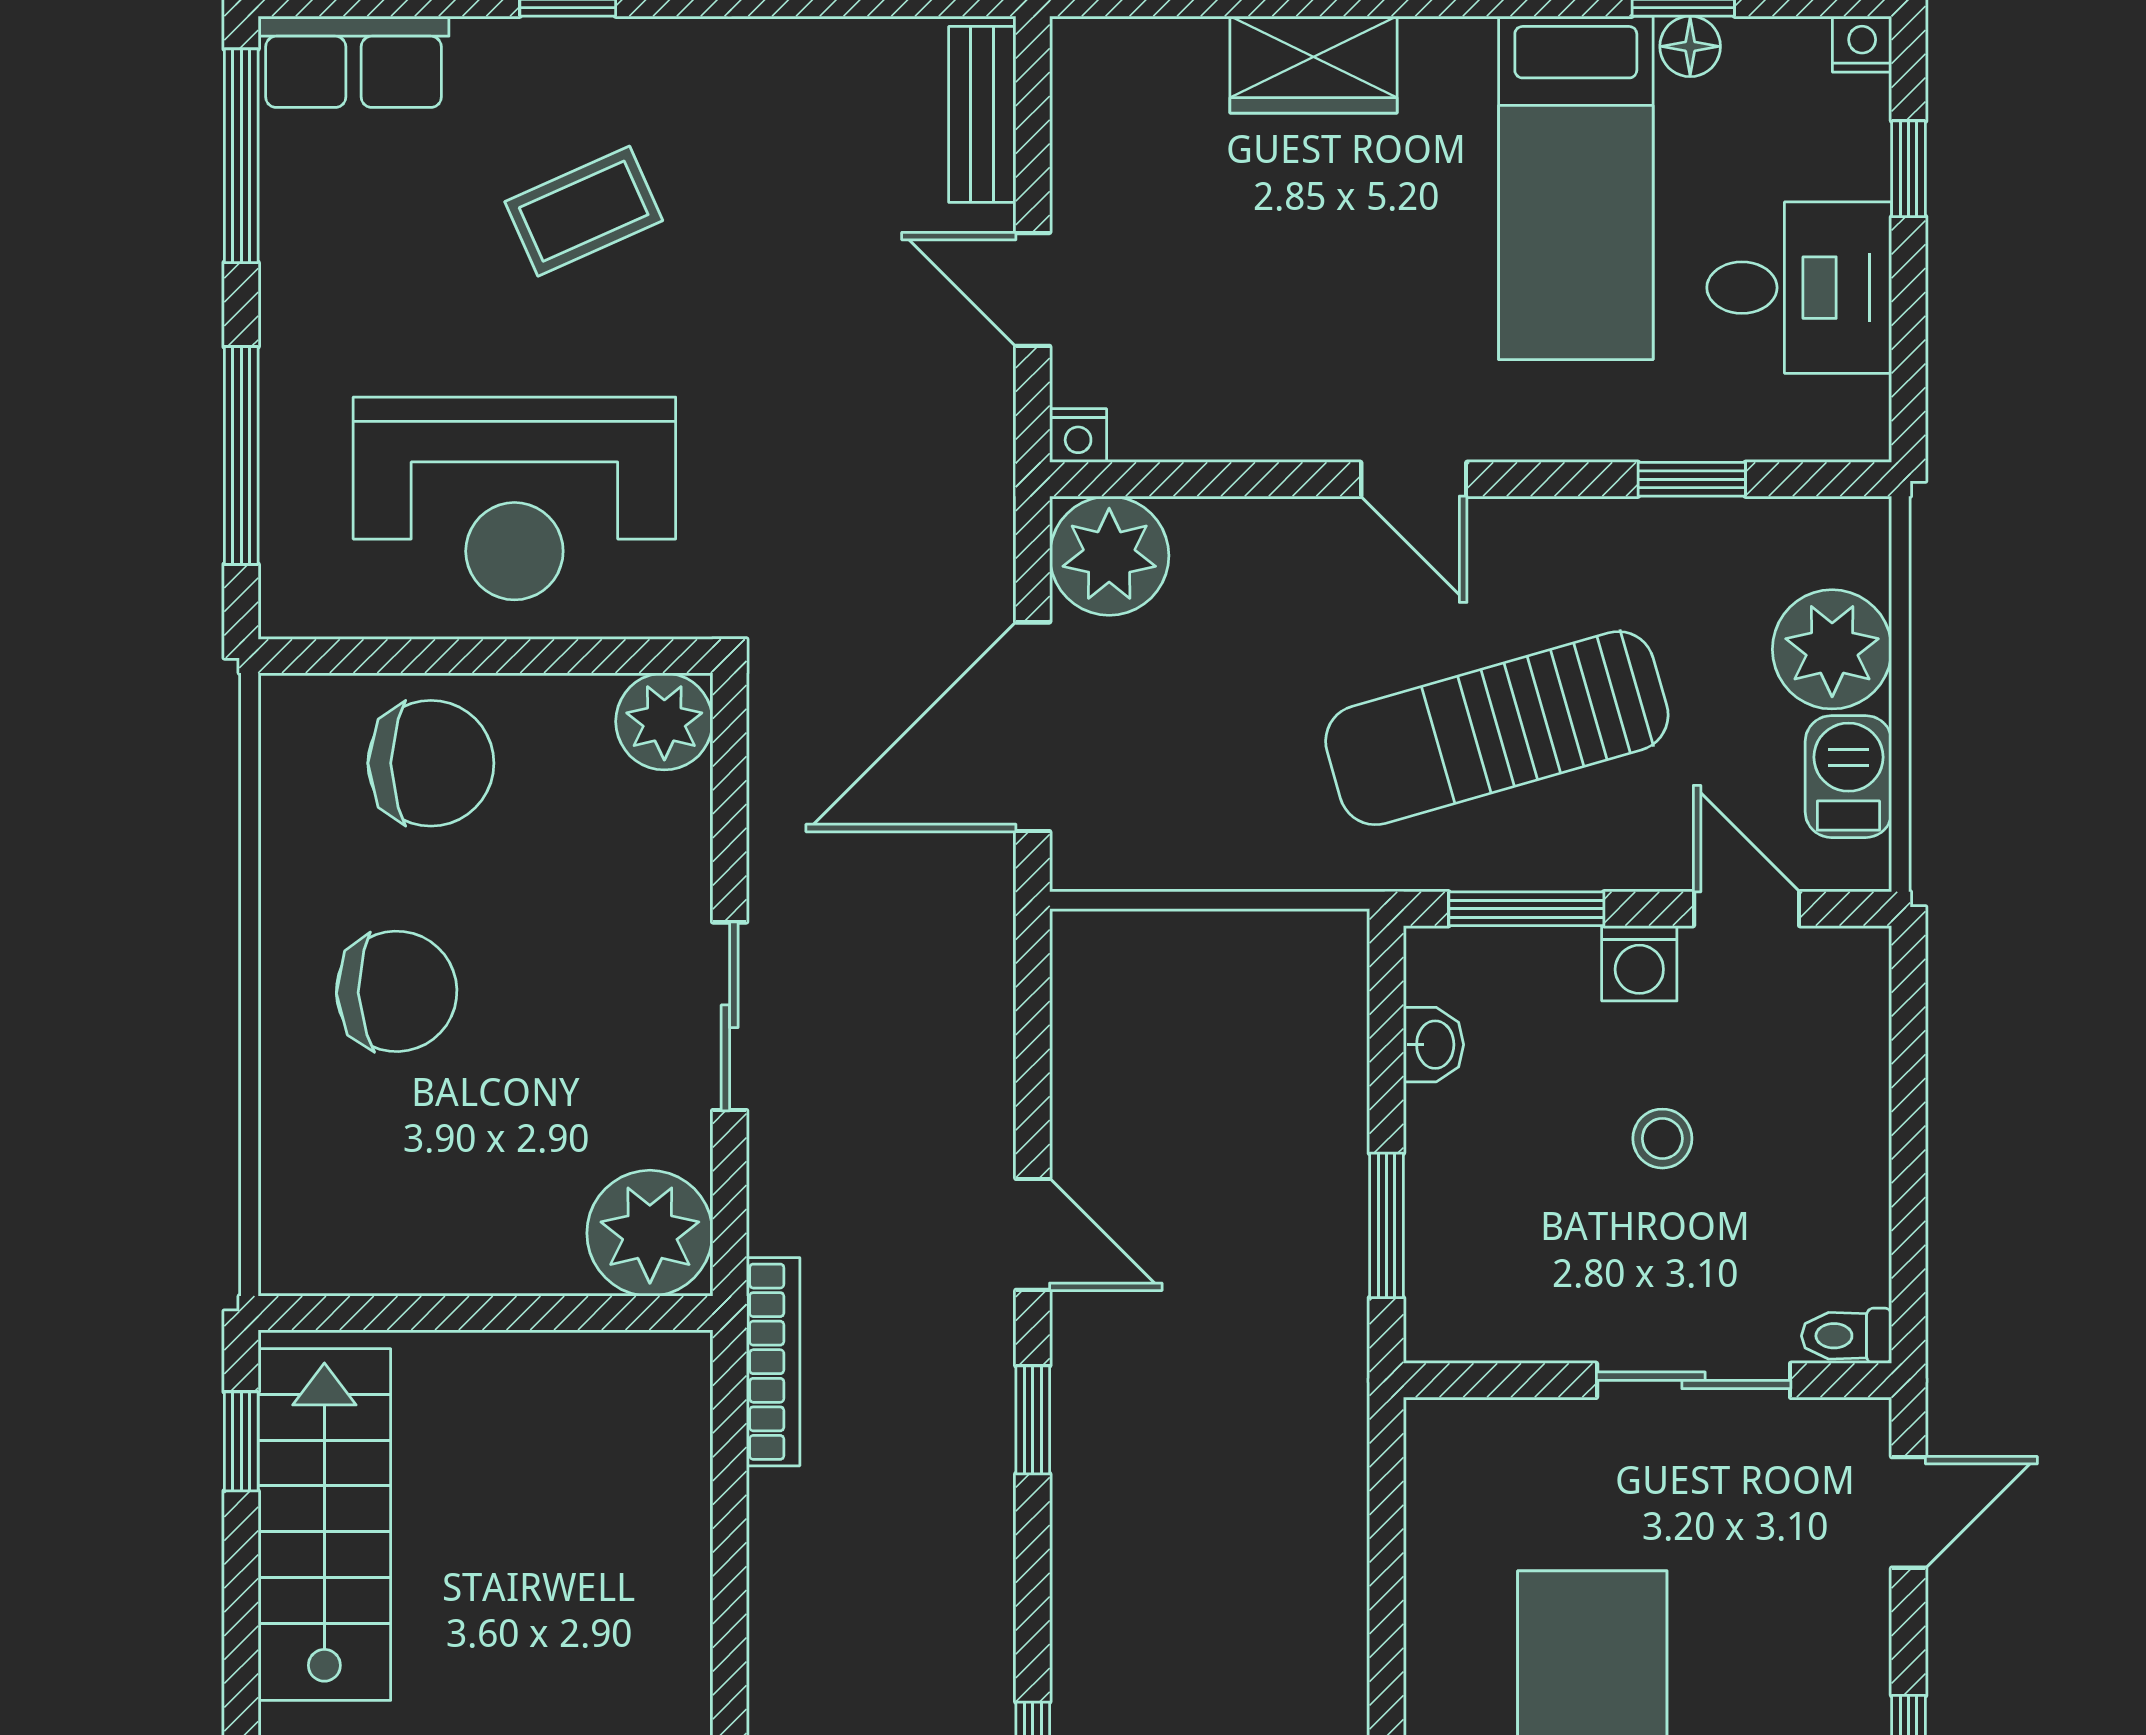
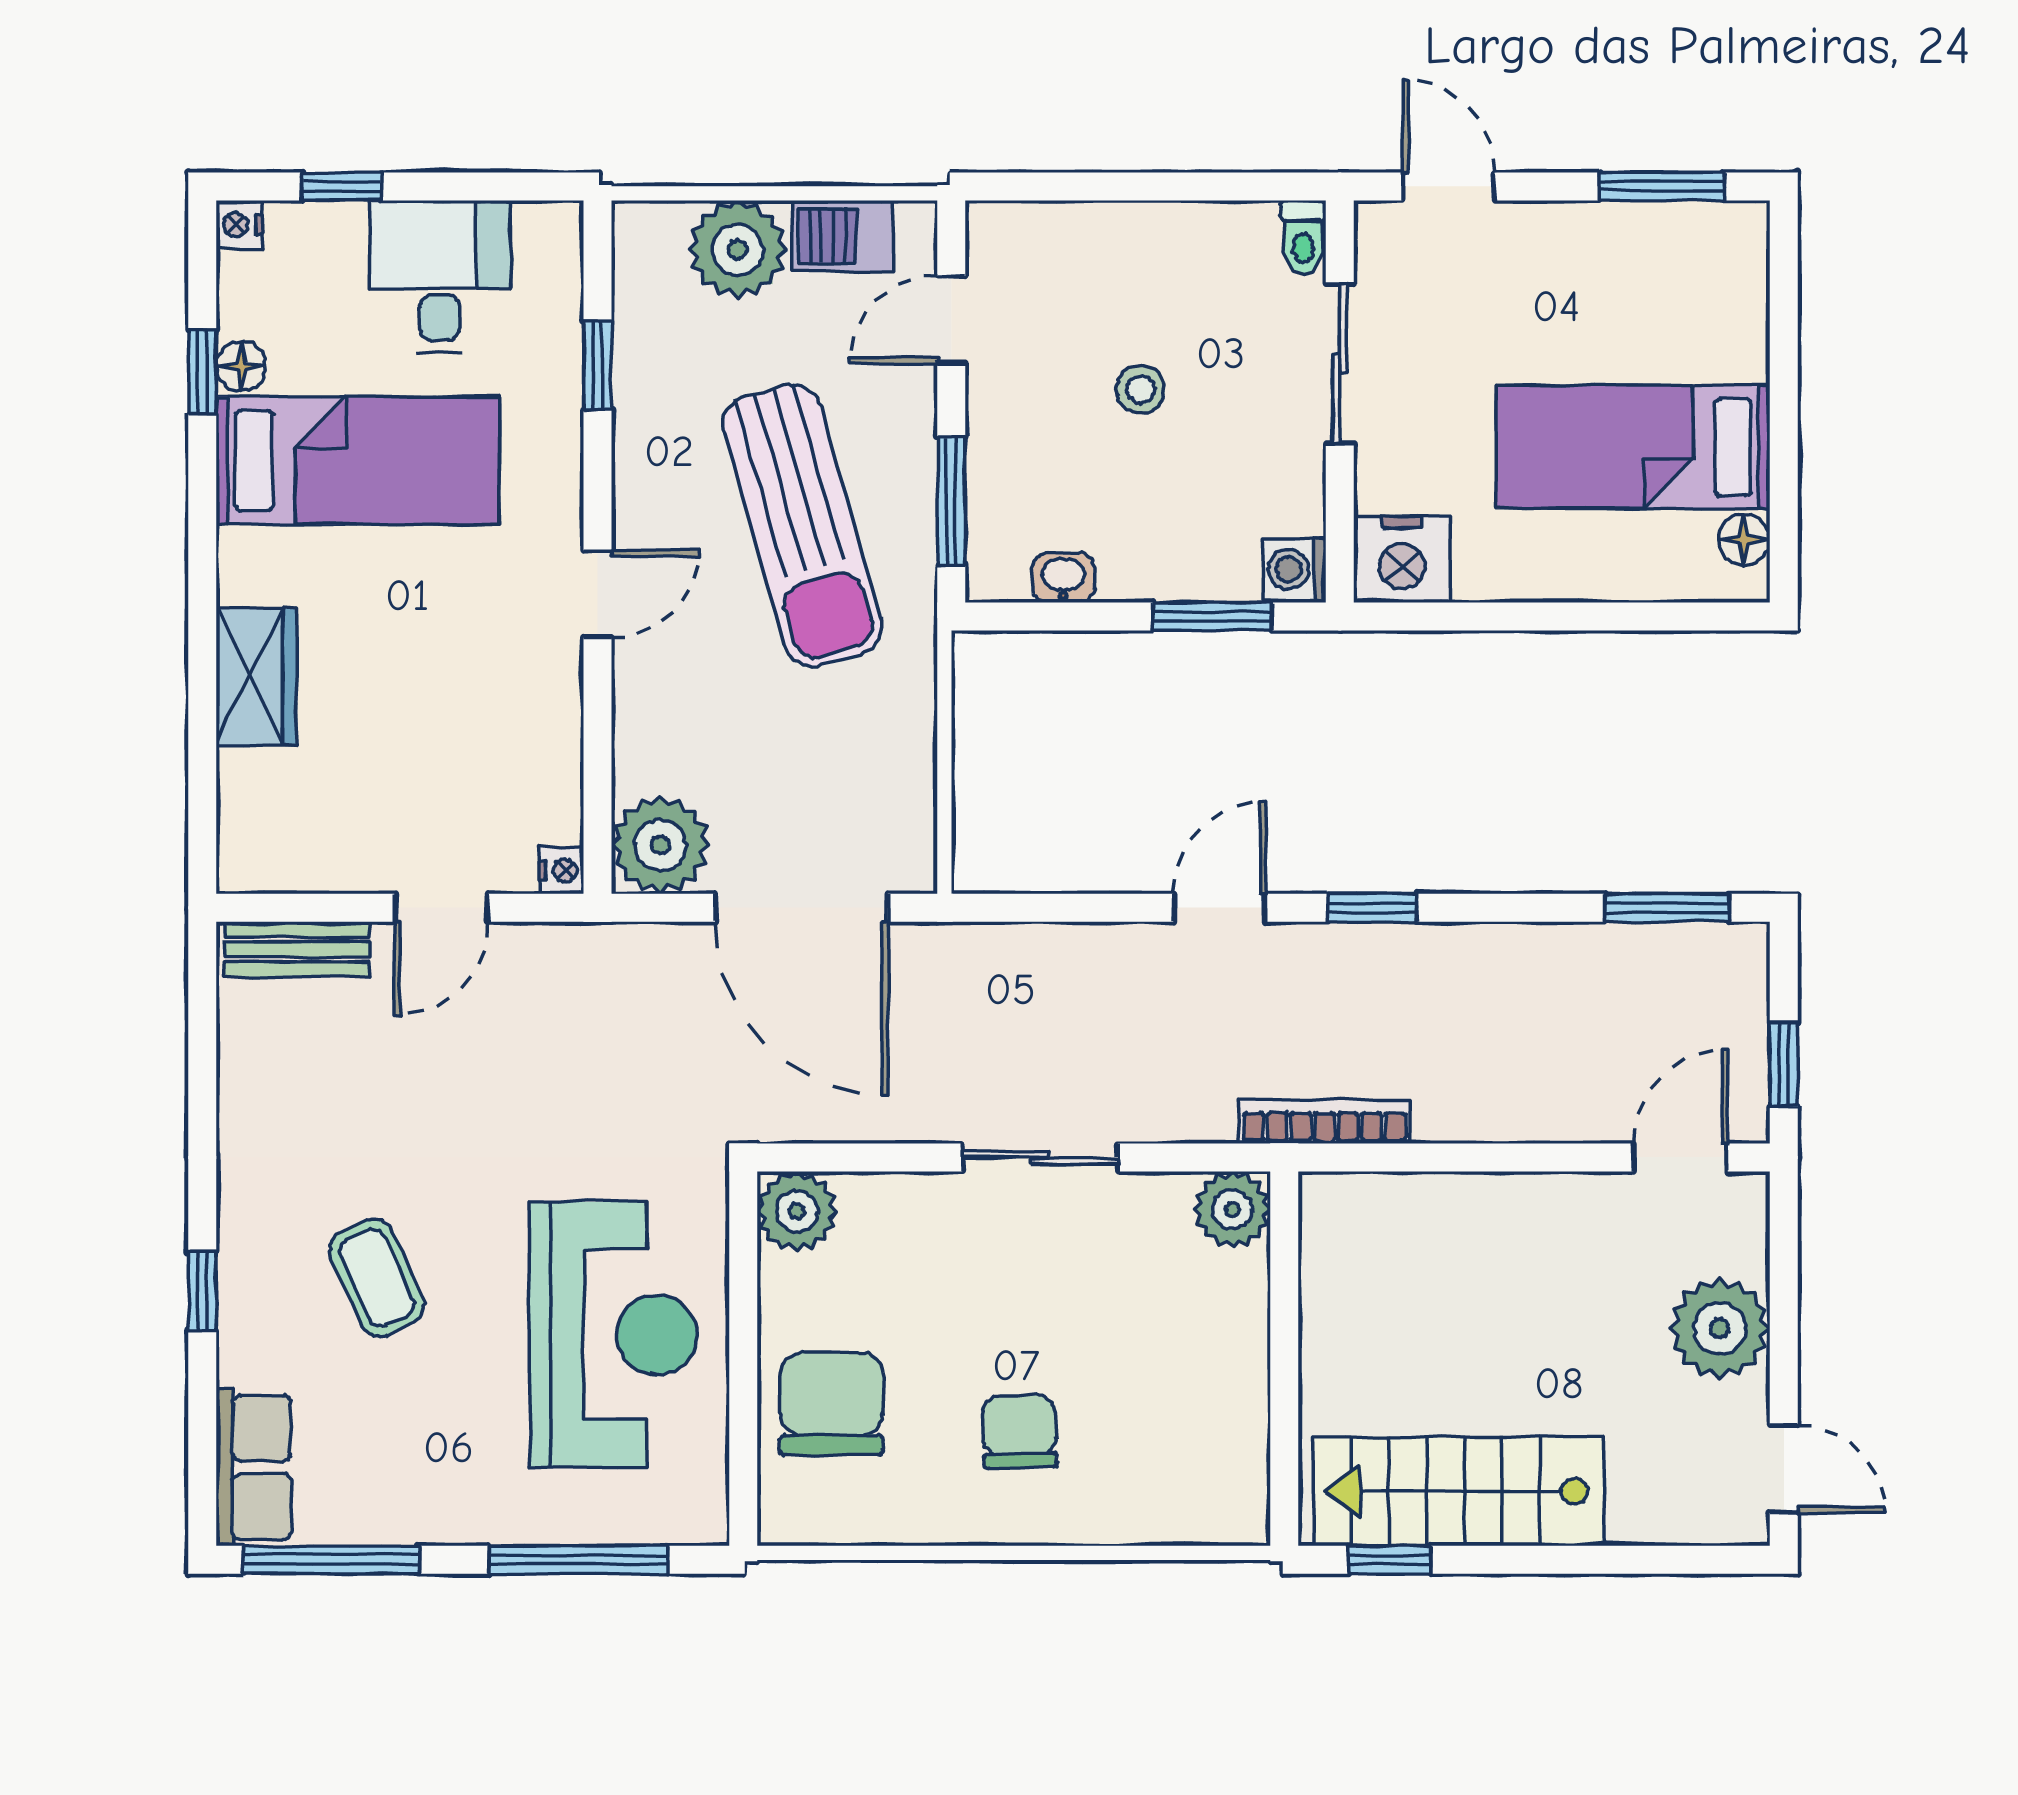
washing machine: (1639, 963) -> (1295, 569), moved, turned 180
chair: (397, 991) -> (1019, 1432), width x0.73, depth x0.73
plant: (650, 1233) -> (1232, 1209), width x0.73, depth x0.73
nightstand: (1456, 1456) -> (1402, 559), added

